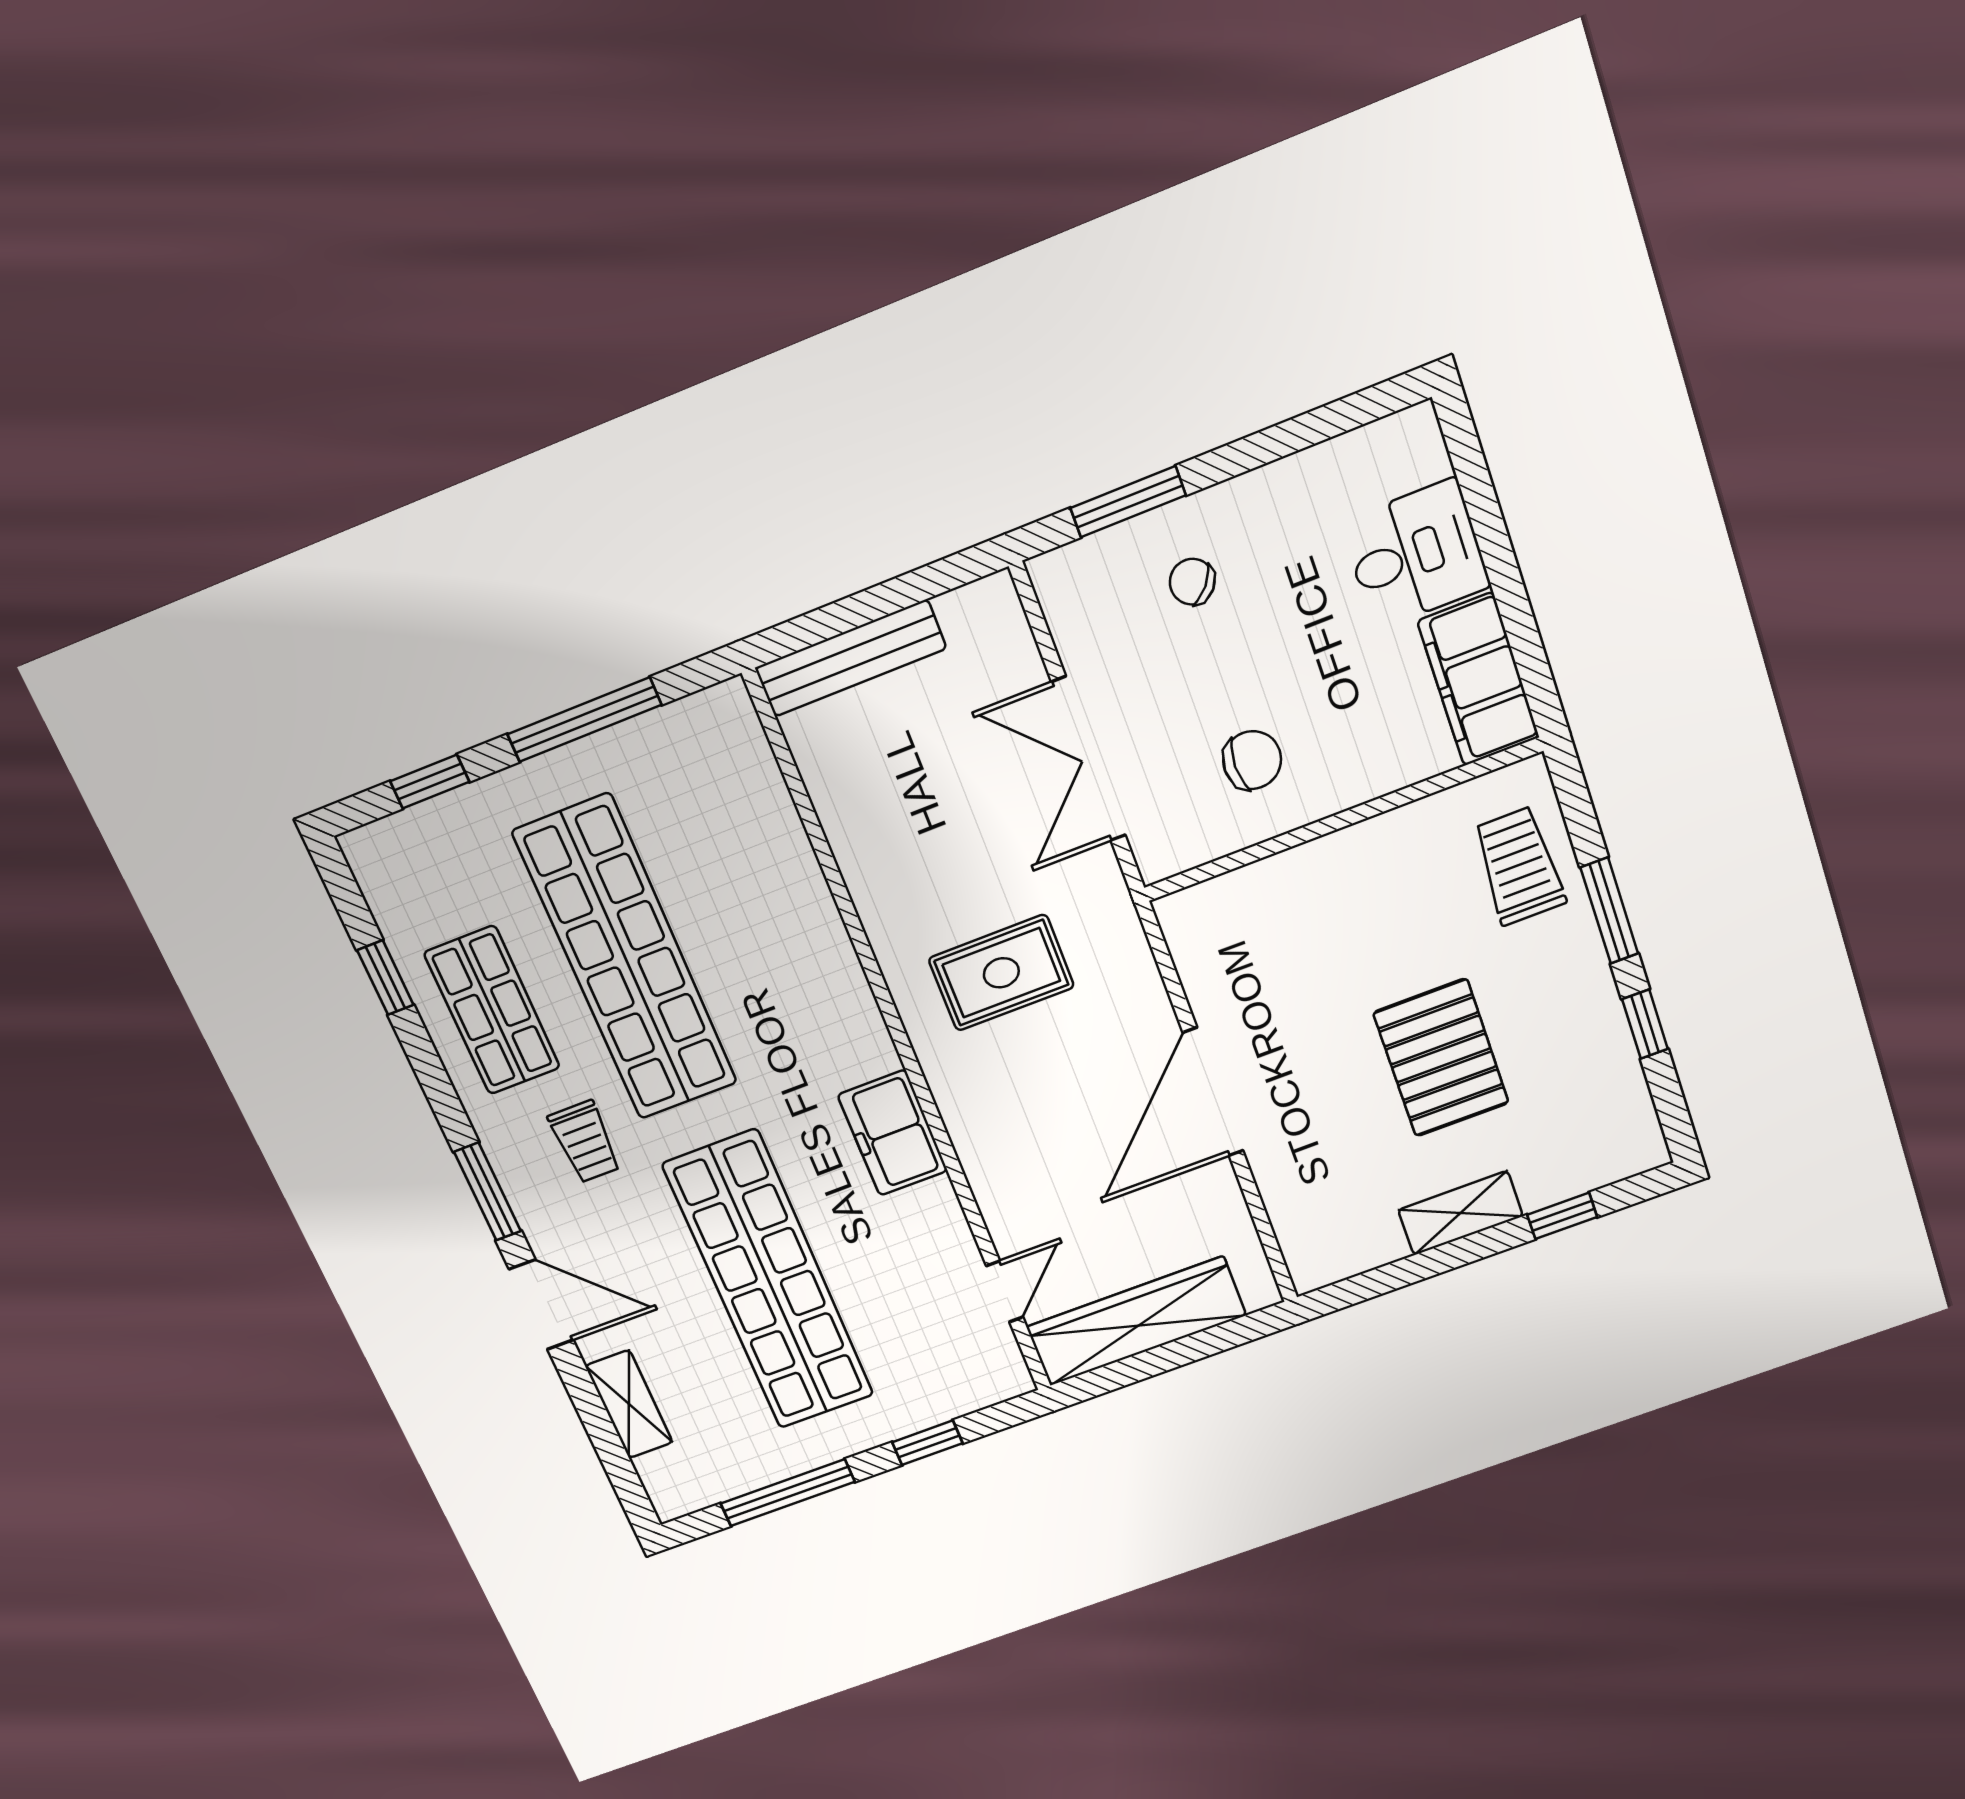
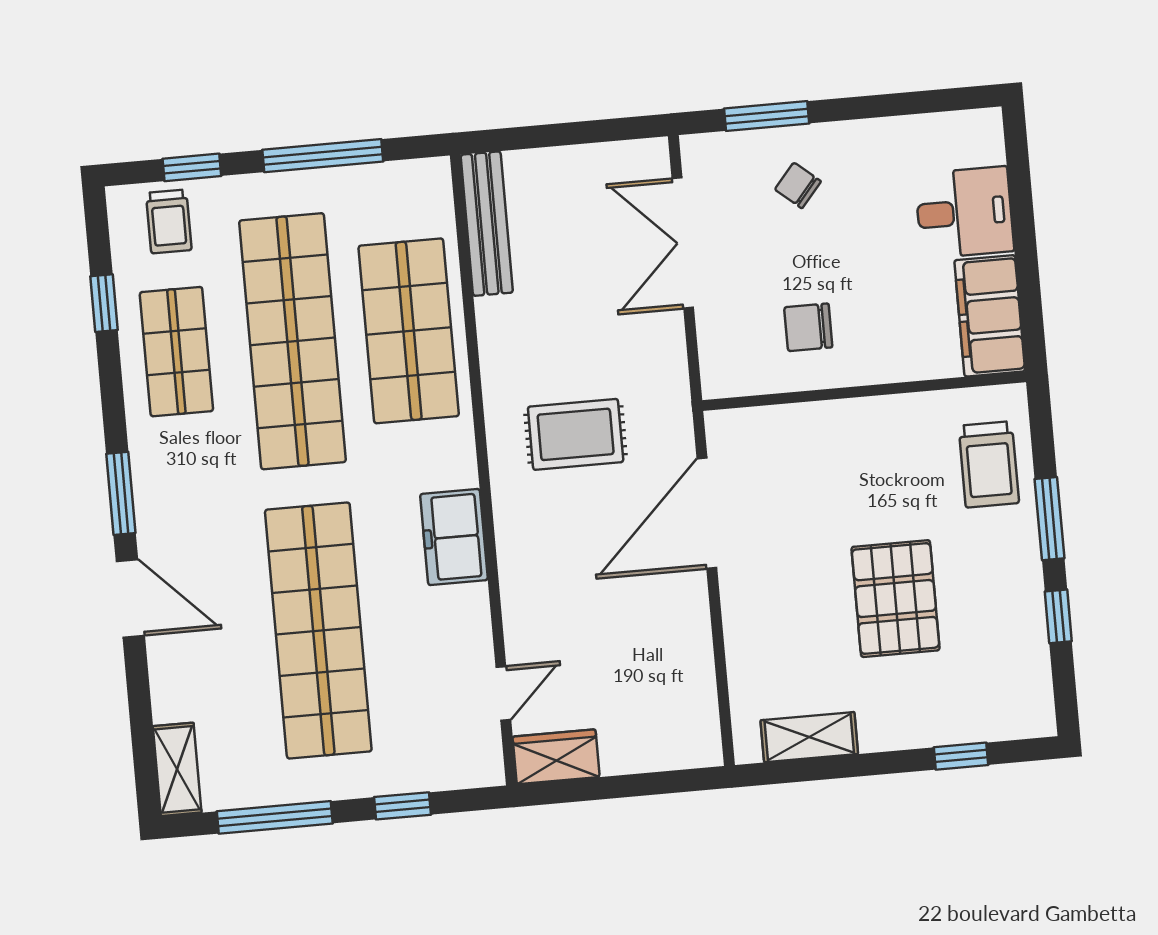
bench: (851, 658) -> (487, 224), moved, turned 90
double door: (1089, 759) -> (683, 243), moved
chair: (1252, 760) -> (808, 327), turned 180
trolley: (1519, 866) -> (989, 464), turned 180
shop shelf: (761, 906) -> (409, 331), added
door: (1213, 1092) -> (707, 513), moved
trolley: (585, 1142) -> (169, 221), moved
shelving: (1461, 1213) -> (809, 737), moved
wardrobe: (1136, 1321) -> (556, 757), width x0.48, depth x0.85
shelving: (629, 1404) -> (177, 769), moved

